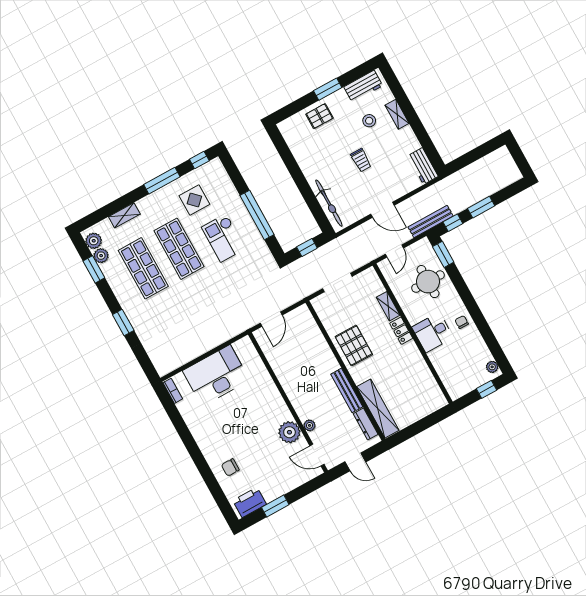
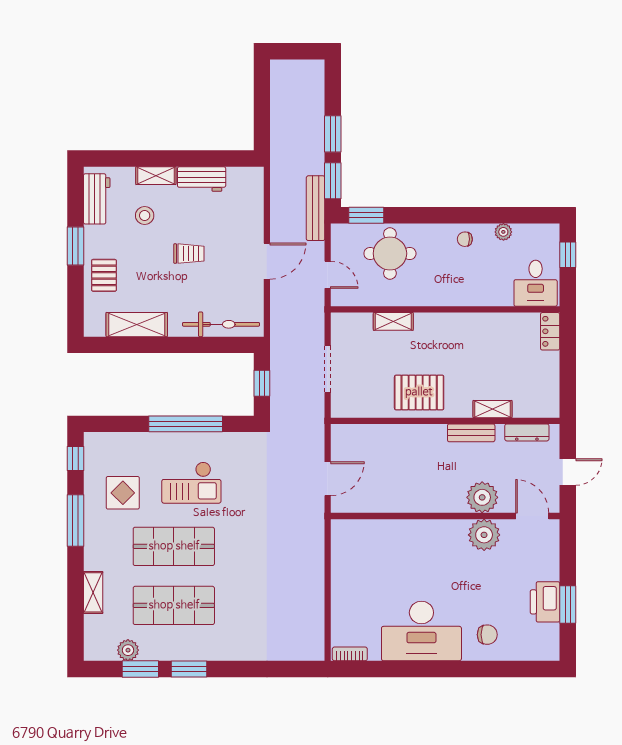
shelving: (301, 152) -> (137, 325), added
workbench: (423, 166) -> (202, 179), moved
window: (453, 223) -> (333, 181), width x1.50
plant: (94, 241) -> (104, 649), removed
door: (271, 319) -> (328, 479), hinge flipped
window: (123, 323) -> (189, 669), moved
locker: (401, 331) -> (550, 331), moved, turned 90
desk: (433, 332) -> (536, 283), moved
plant: (492, 367) -> (503, 232), moved
desk: (216, 375) -> (421, 631), moved, turned -90
bench: (347, 390) -> (471, 433), width x0.73
shelving: (378, 408) -> (492, 409), width x0.45, depth x0.75
plant: (310, 425) -> (482, 497), width x1.87, depth x1.87
door: (317, 455) -> (532, 516), swing flipped
chair: (230, 467) -> (487, 635), turned -90
printer: (250, 502) -> (545, 602), moved

